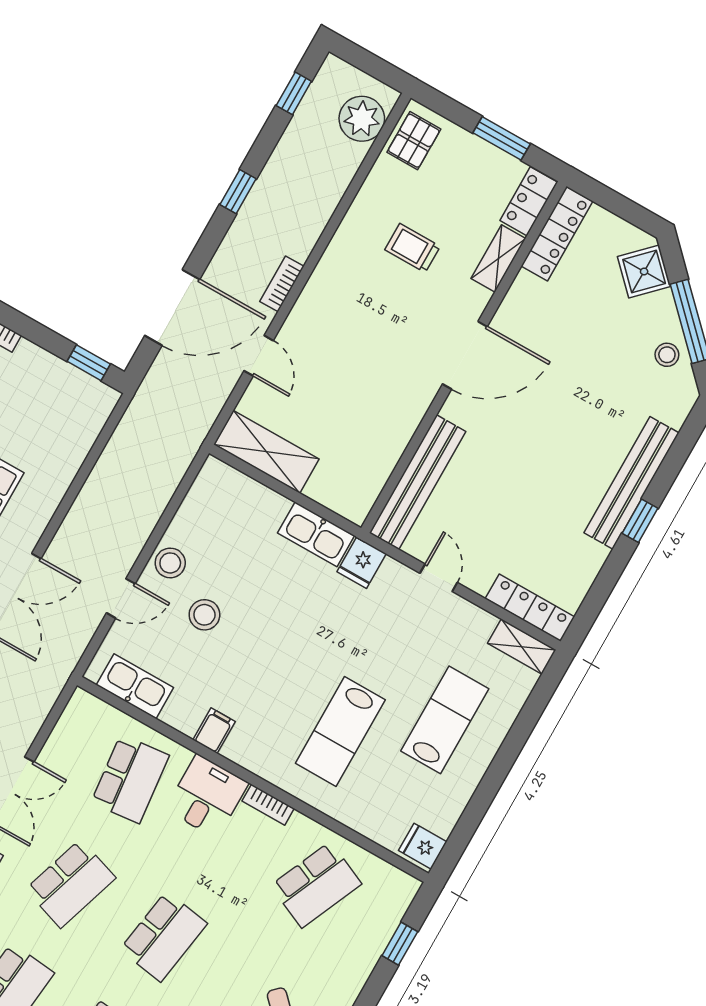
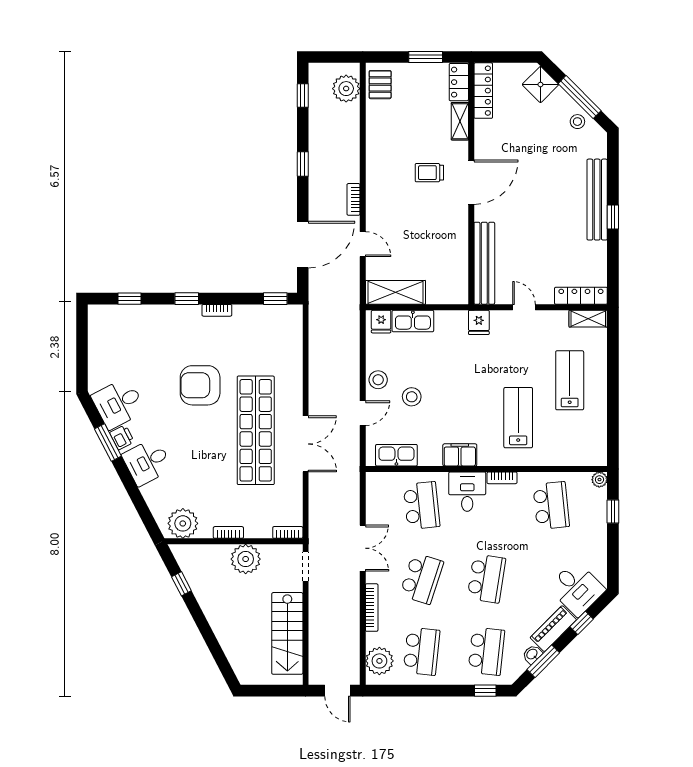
trolley: (412, 248) -> (429, 173), moved
kitchen sink: (316, 534) -> (413, 321), moved
filing cabinet: (214, 731) -> (460, 455), width x2.00
lab bench: (340, 732) -> (518, 418), turned 180
fridge: (423, 846) -> (381, 322), moved, turned -90
school desk: (316, 885) -> (551, 506), turned -30
plant: (407, 887) -> (599, 480), added

